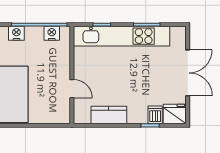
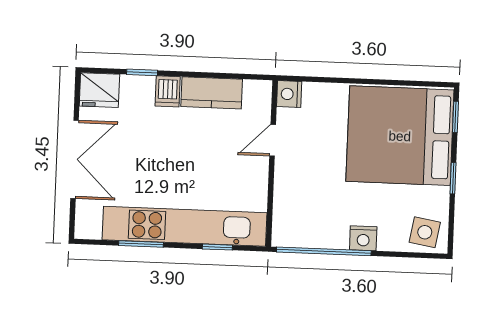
nightstand: (52, 33) -> (289, 94), moved, turned 90
double door: (188, 73) -> (75, 159), swing flipped
door: (72, 89) -> (273, 140), hinge flipped
dishwasher: (155, 115) -> (168, 91), moved

